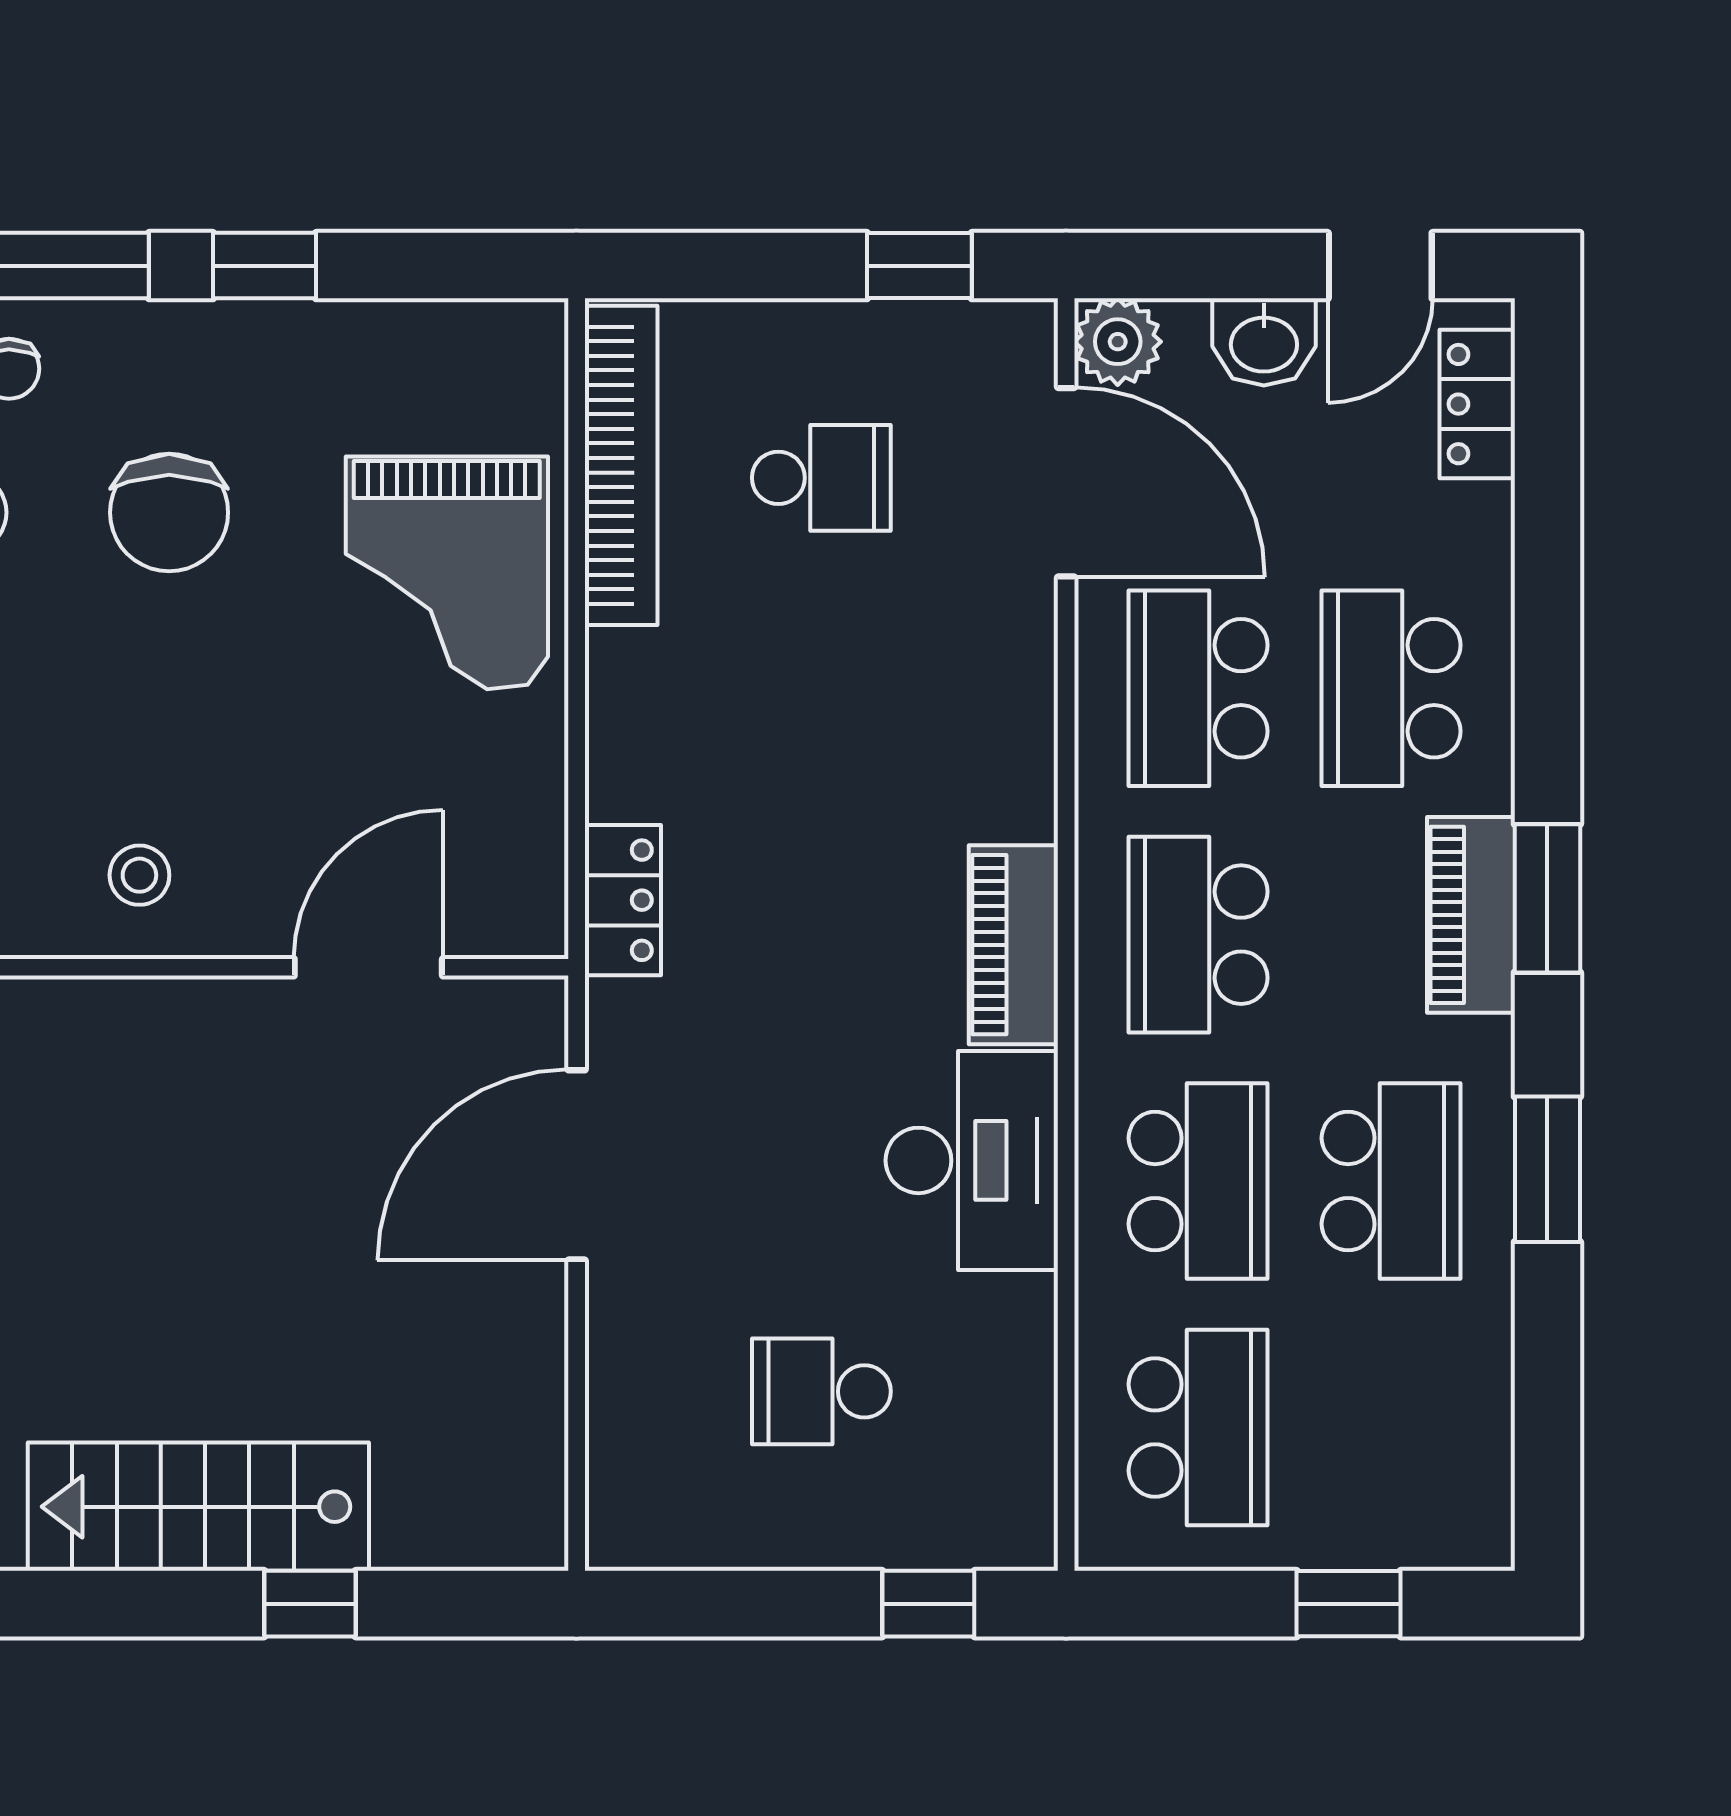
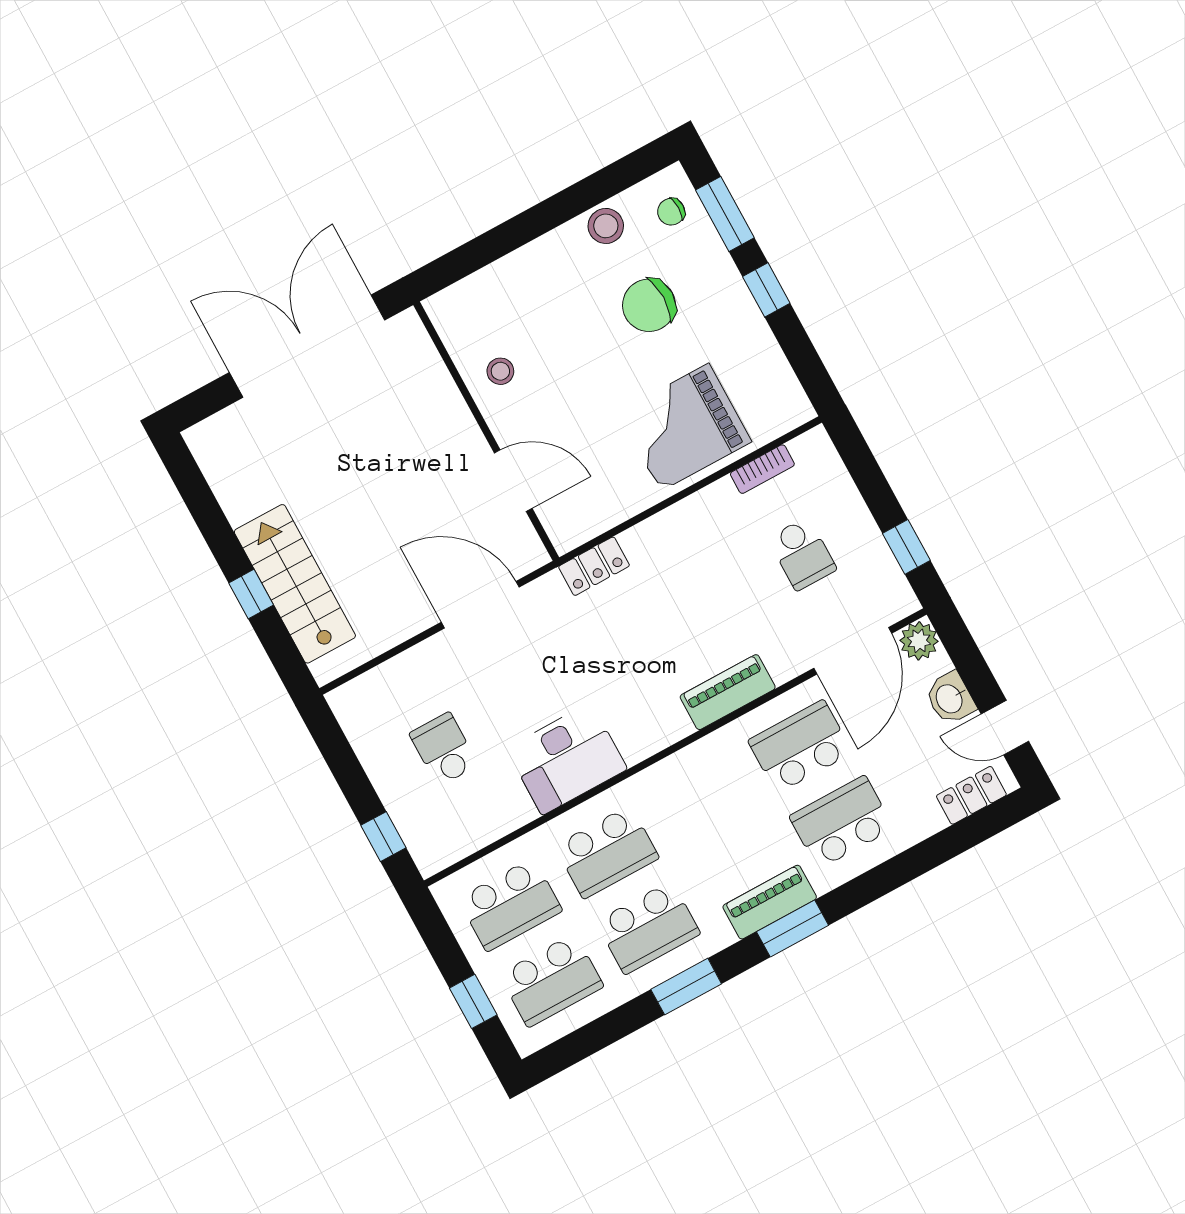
bookcase: (621, 465) -> (762, 469), width x0.43, depth x0.76
school desk: (1198, 935) -> (551, 980), moved, turned 180
piano: (1013, 945) -> (728, 692), moved
stairs: (198, 1507) -> (295, 584), moved

